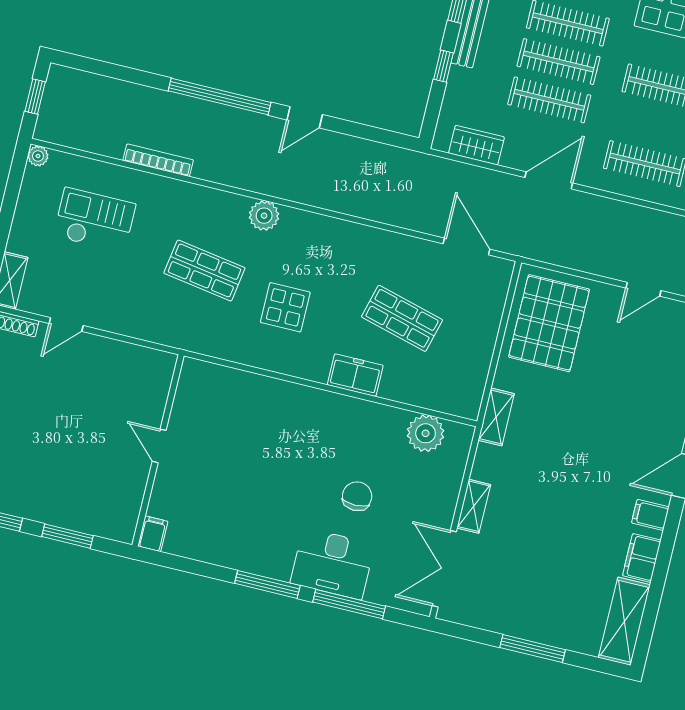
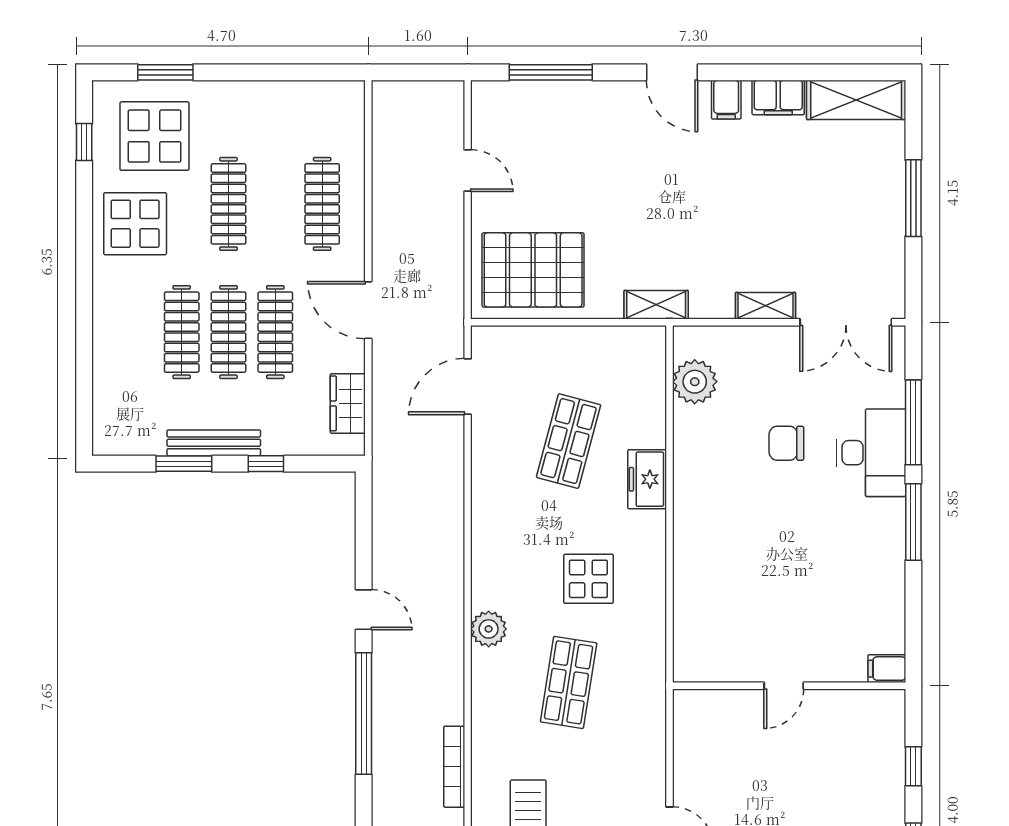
window: (68, 536) -> (913, 766), width x0.67

